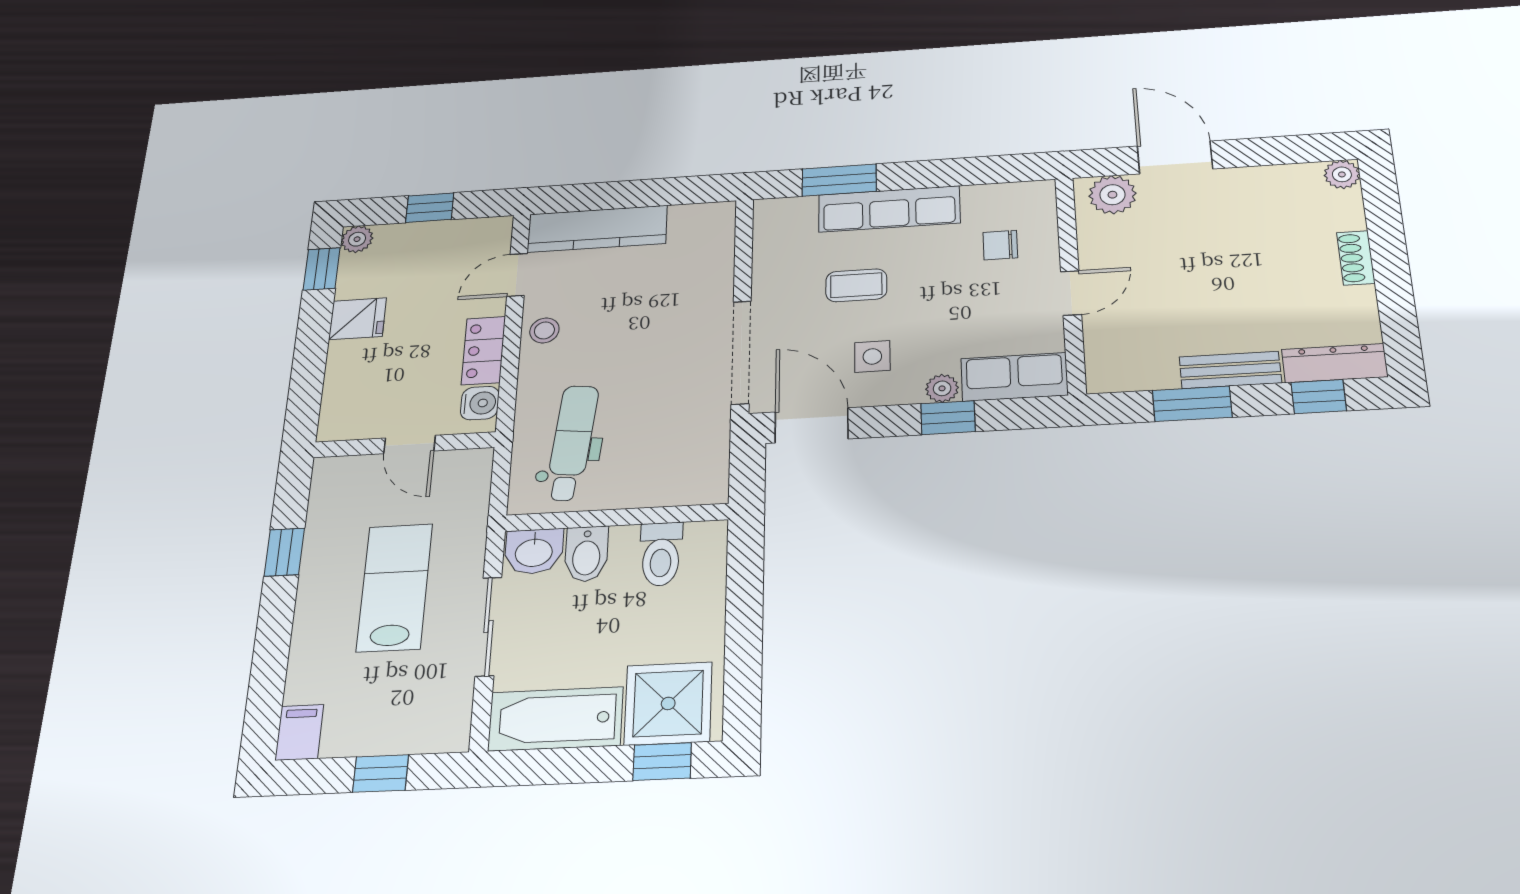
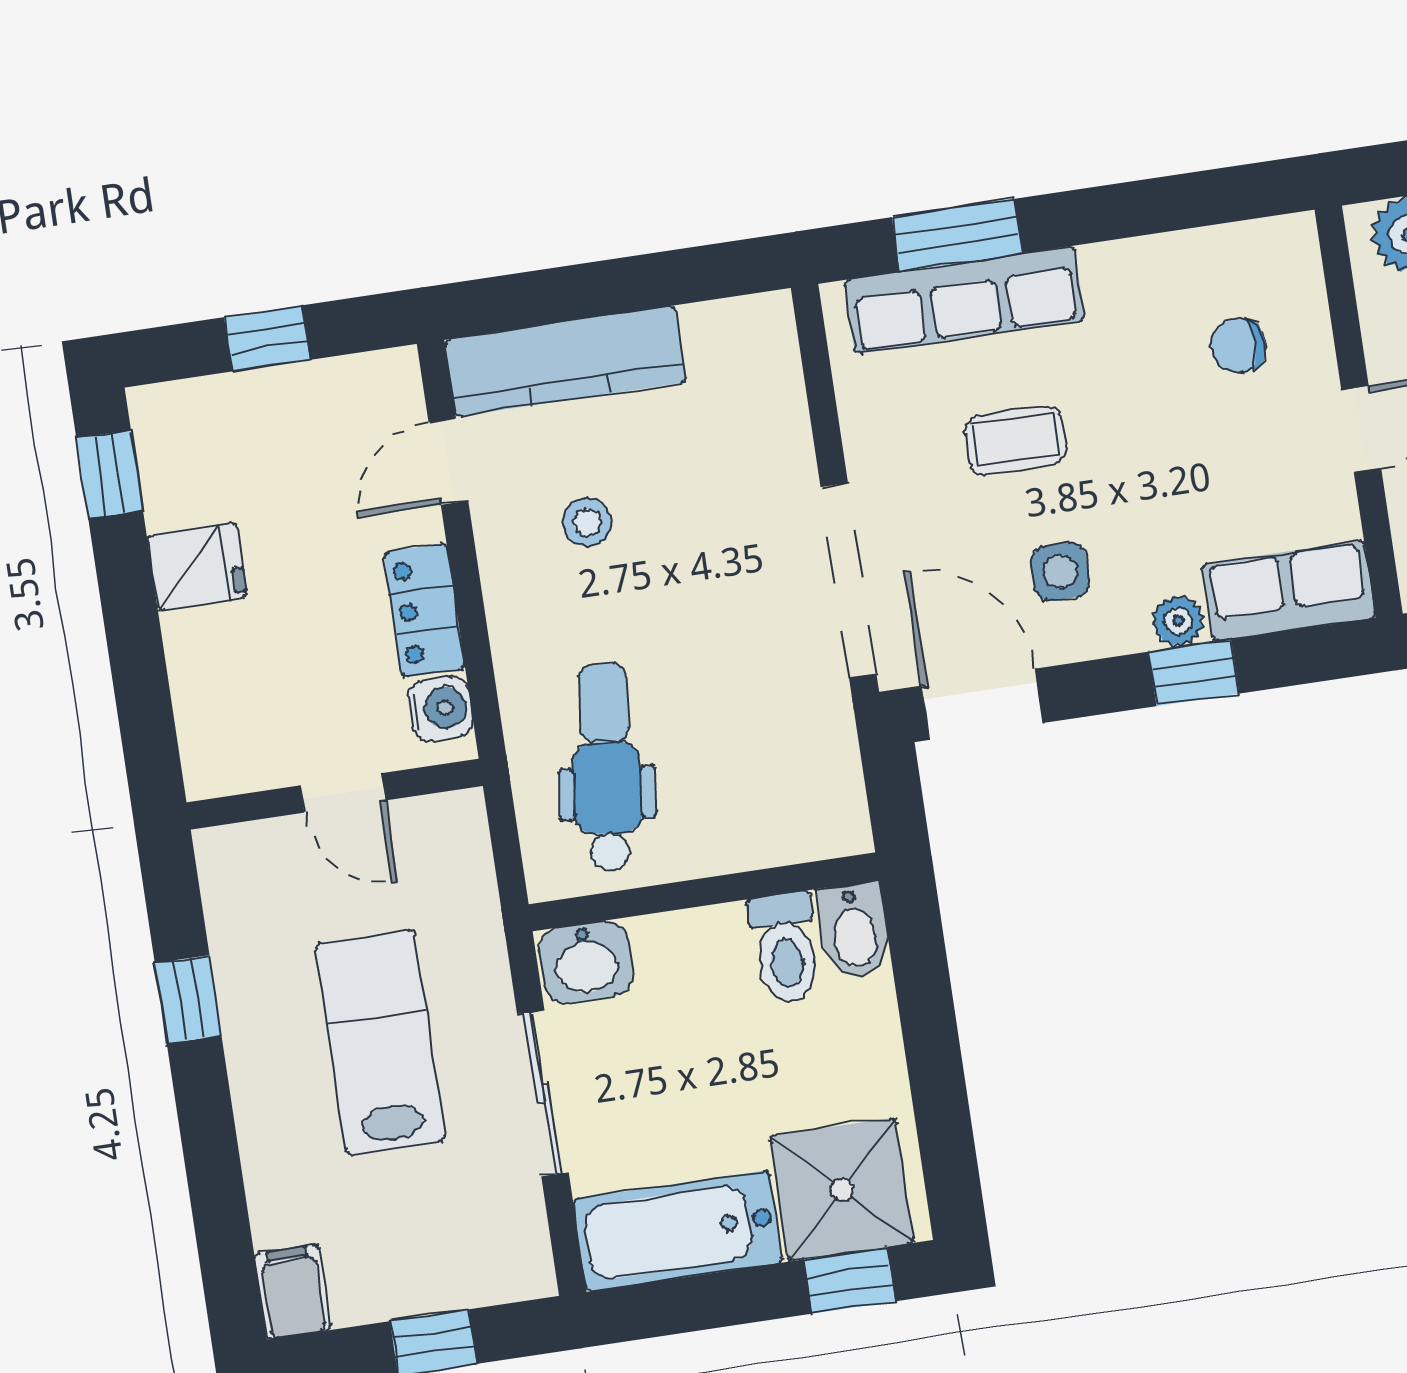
row of seats: (889, 209) -> (964, 300), moved
plant: (357, 239) -> (156, 411), removed
stool: (544, 330) -> (587, 522), moved
bidet: (586, 554) -> (854, 931), moved

